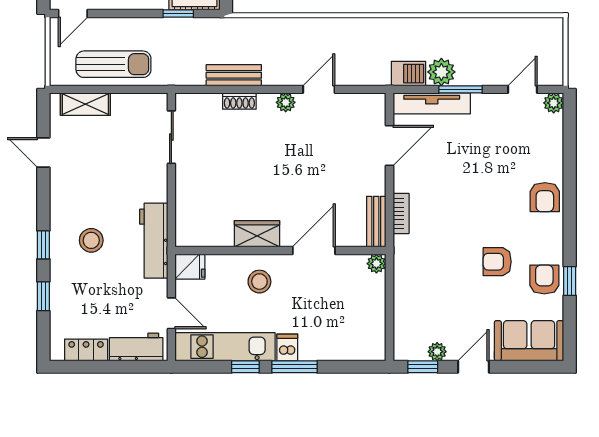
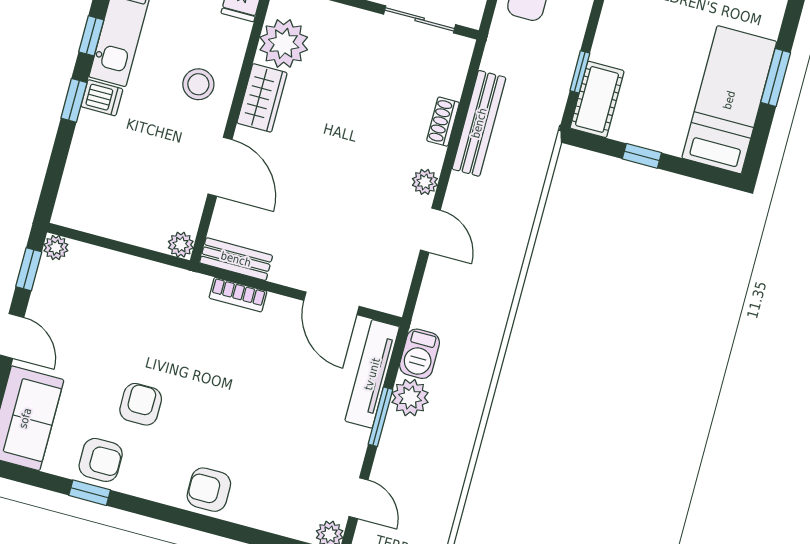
bench: (234, 75) -> (479, 123), width x1.36
plant: (214, 229) -> (284, 43), added
plant: (437, 352) -> (56, 248), moved
window: (295, 367) -> (74, 100), width x0.67

